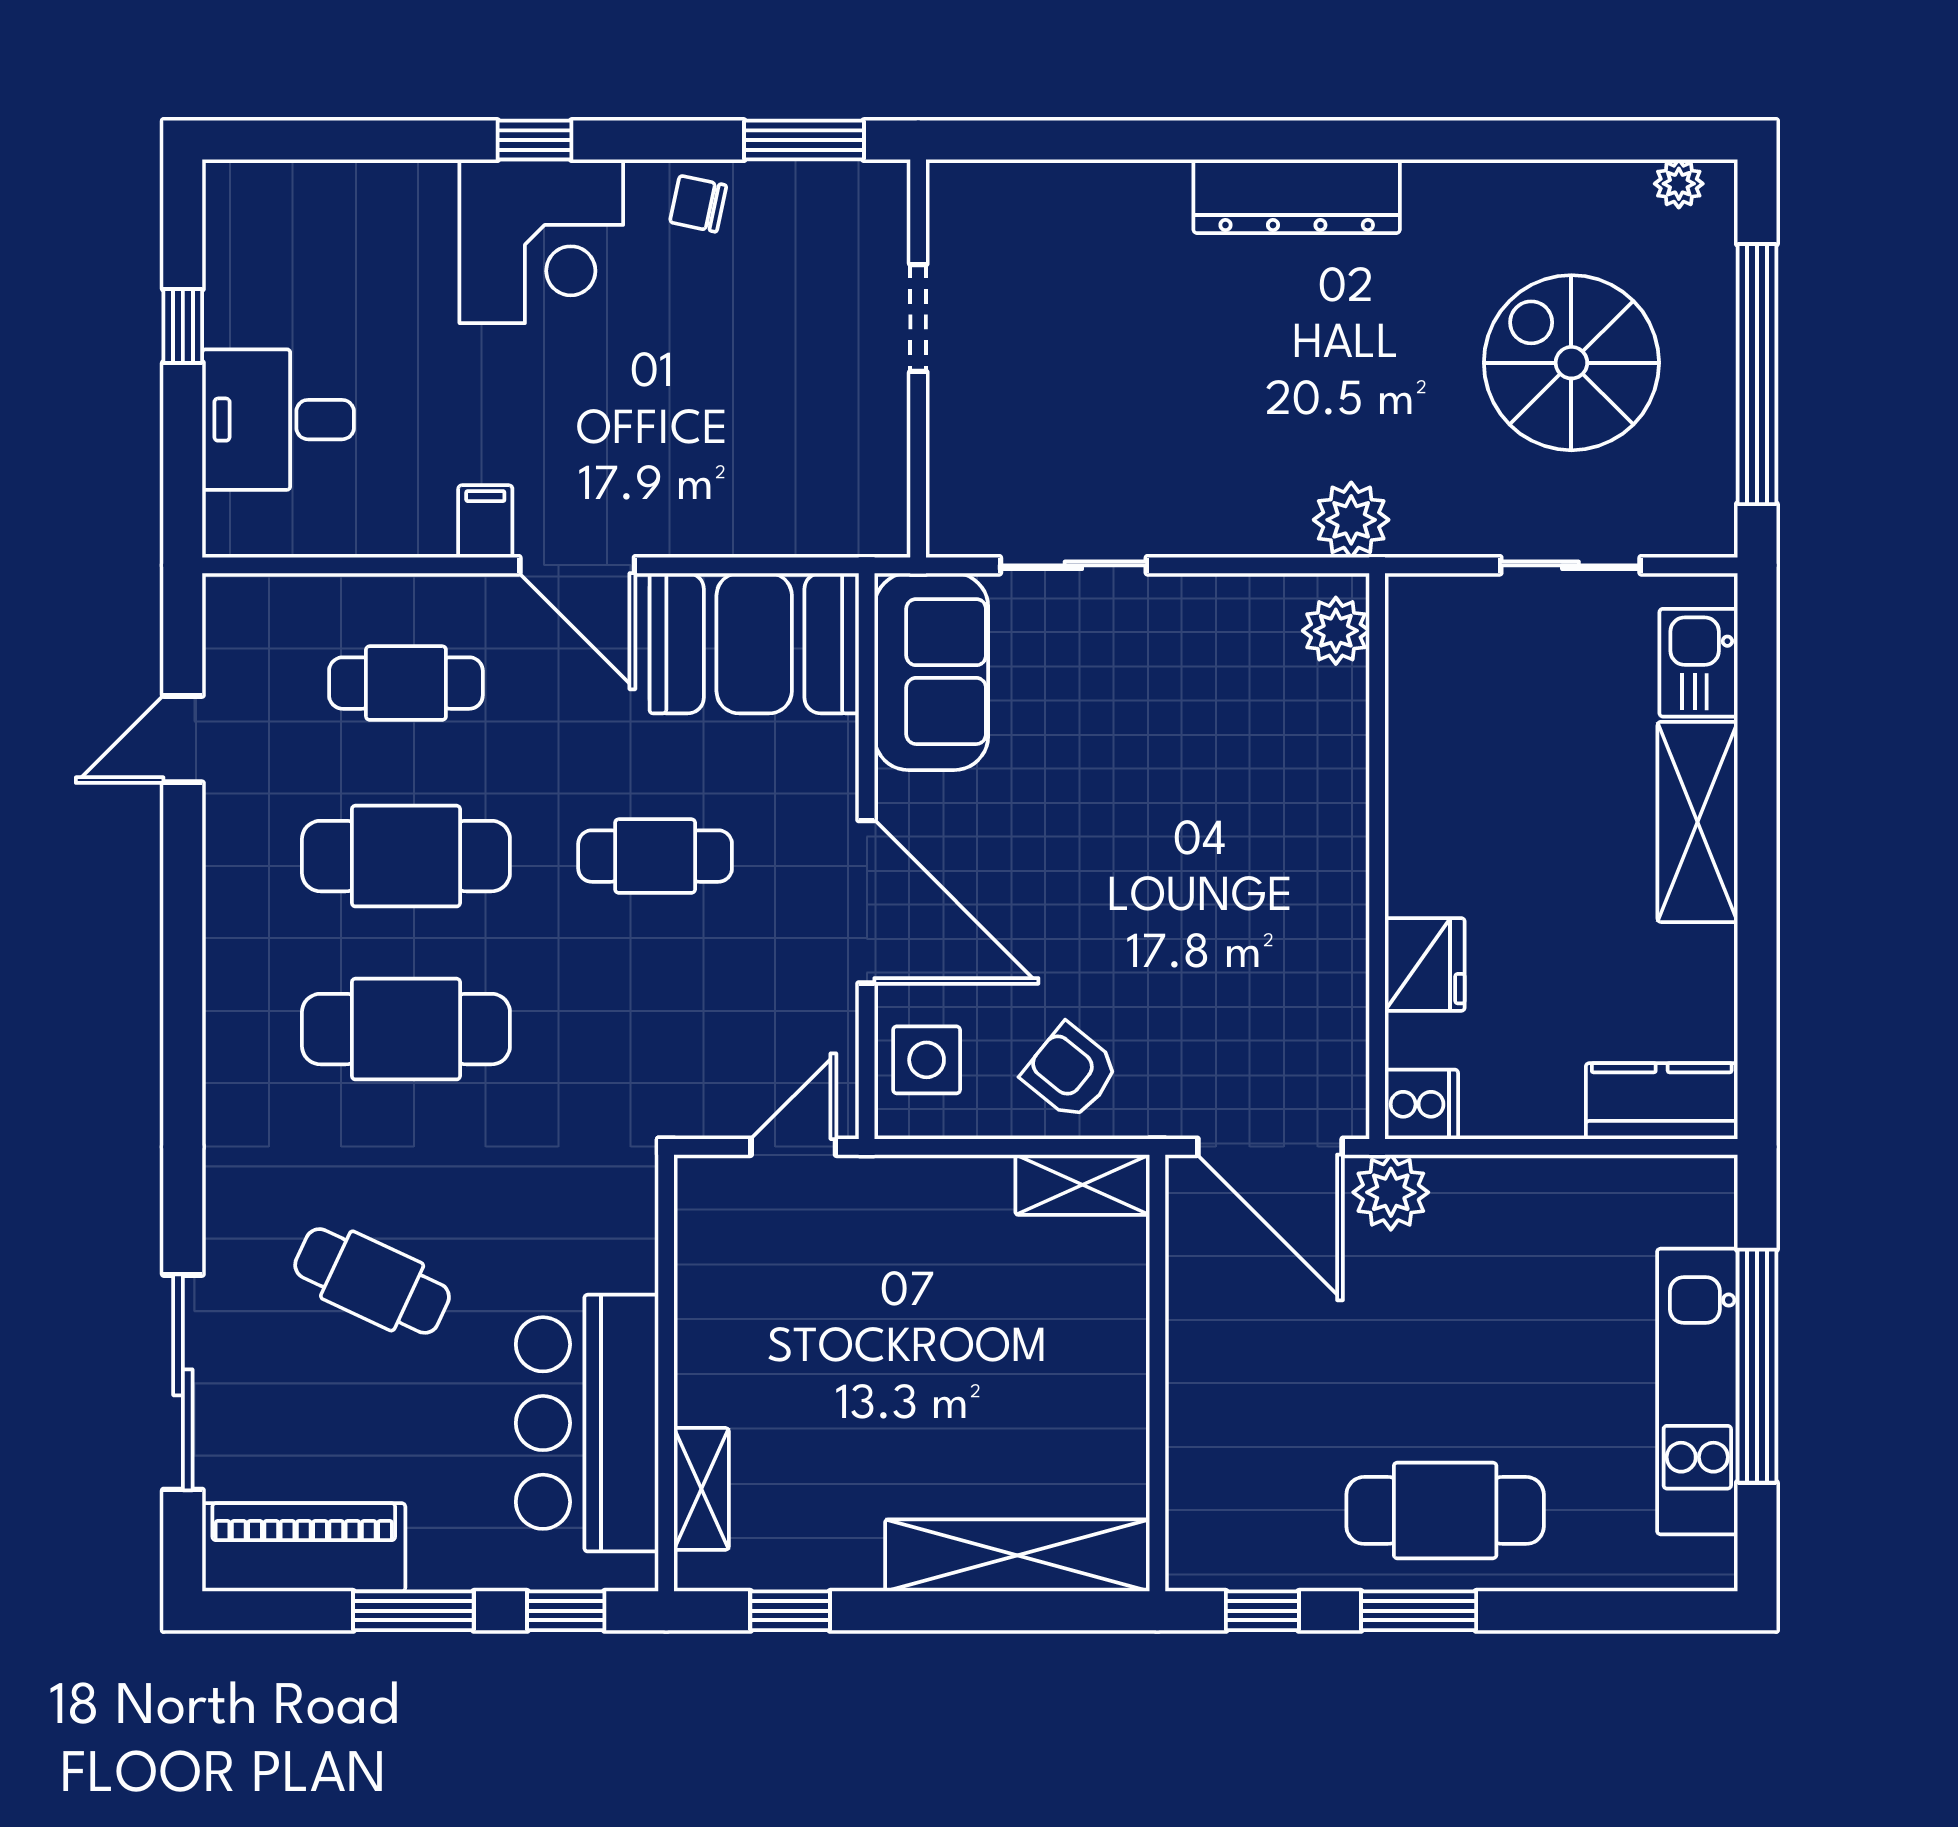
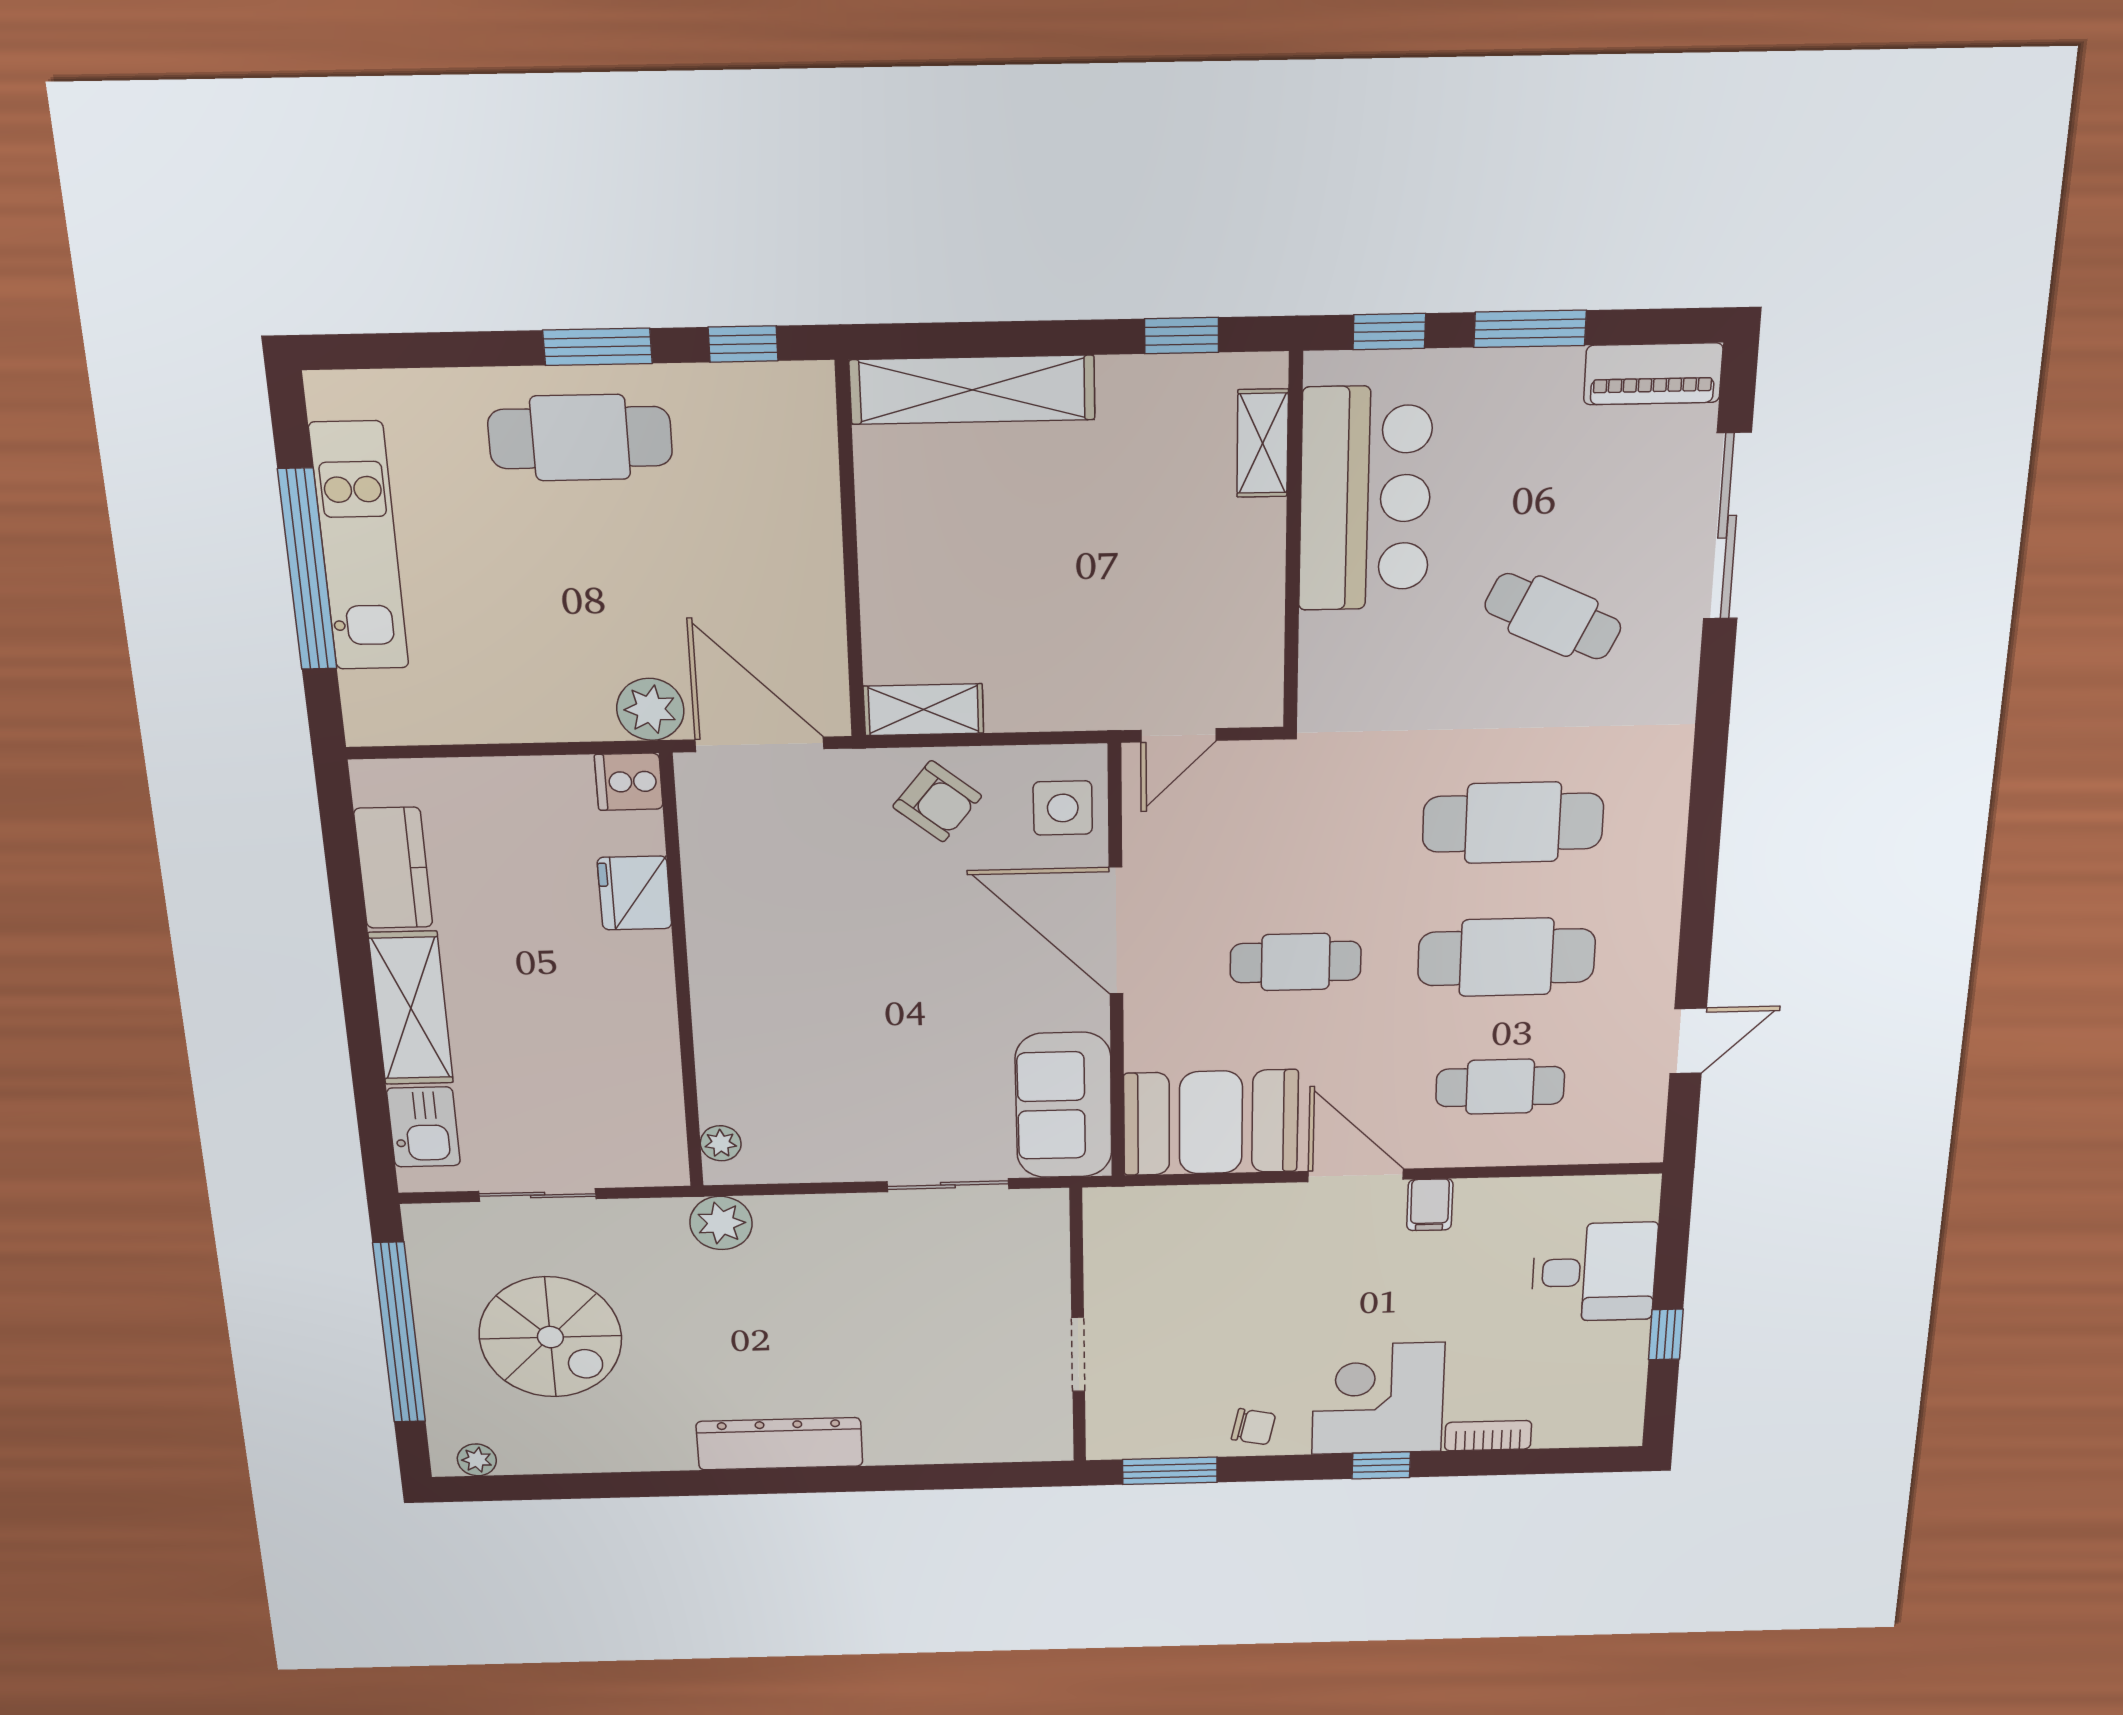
bookcase: (400, 181) -> (1488, 1436), added
plant: (1336, 631) -> (721, 1143), width x0.73, depth x0.73
kitchen counter: (1662, 1101) -> (393, 868), moved, turned -90
piano: (304, 1547) -> (1653, 374), width x0.73, depth x0.75

